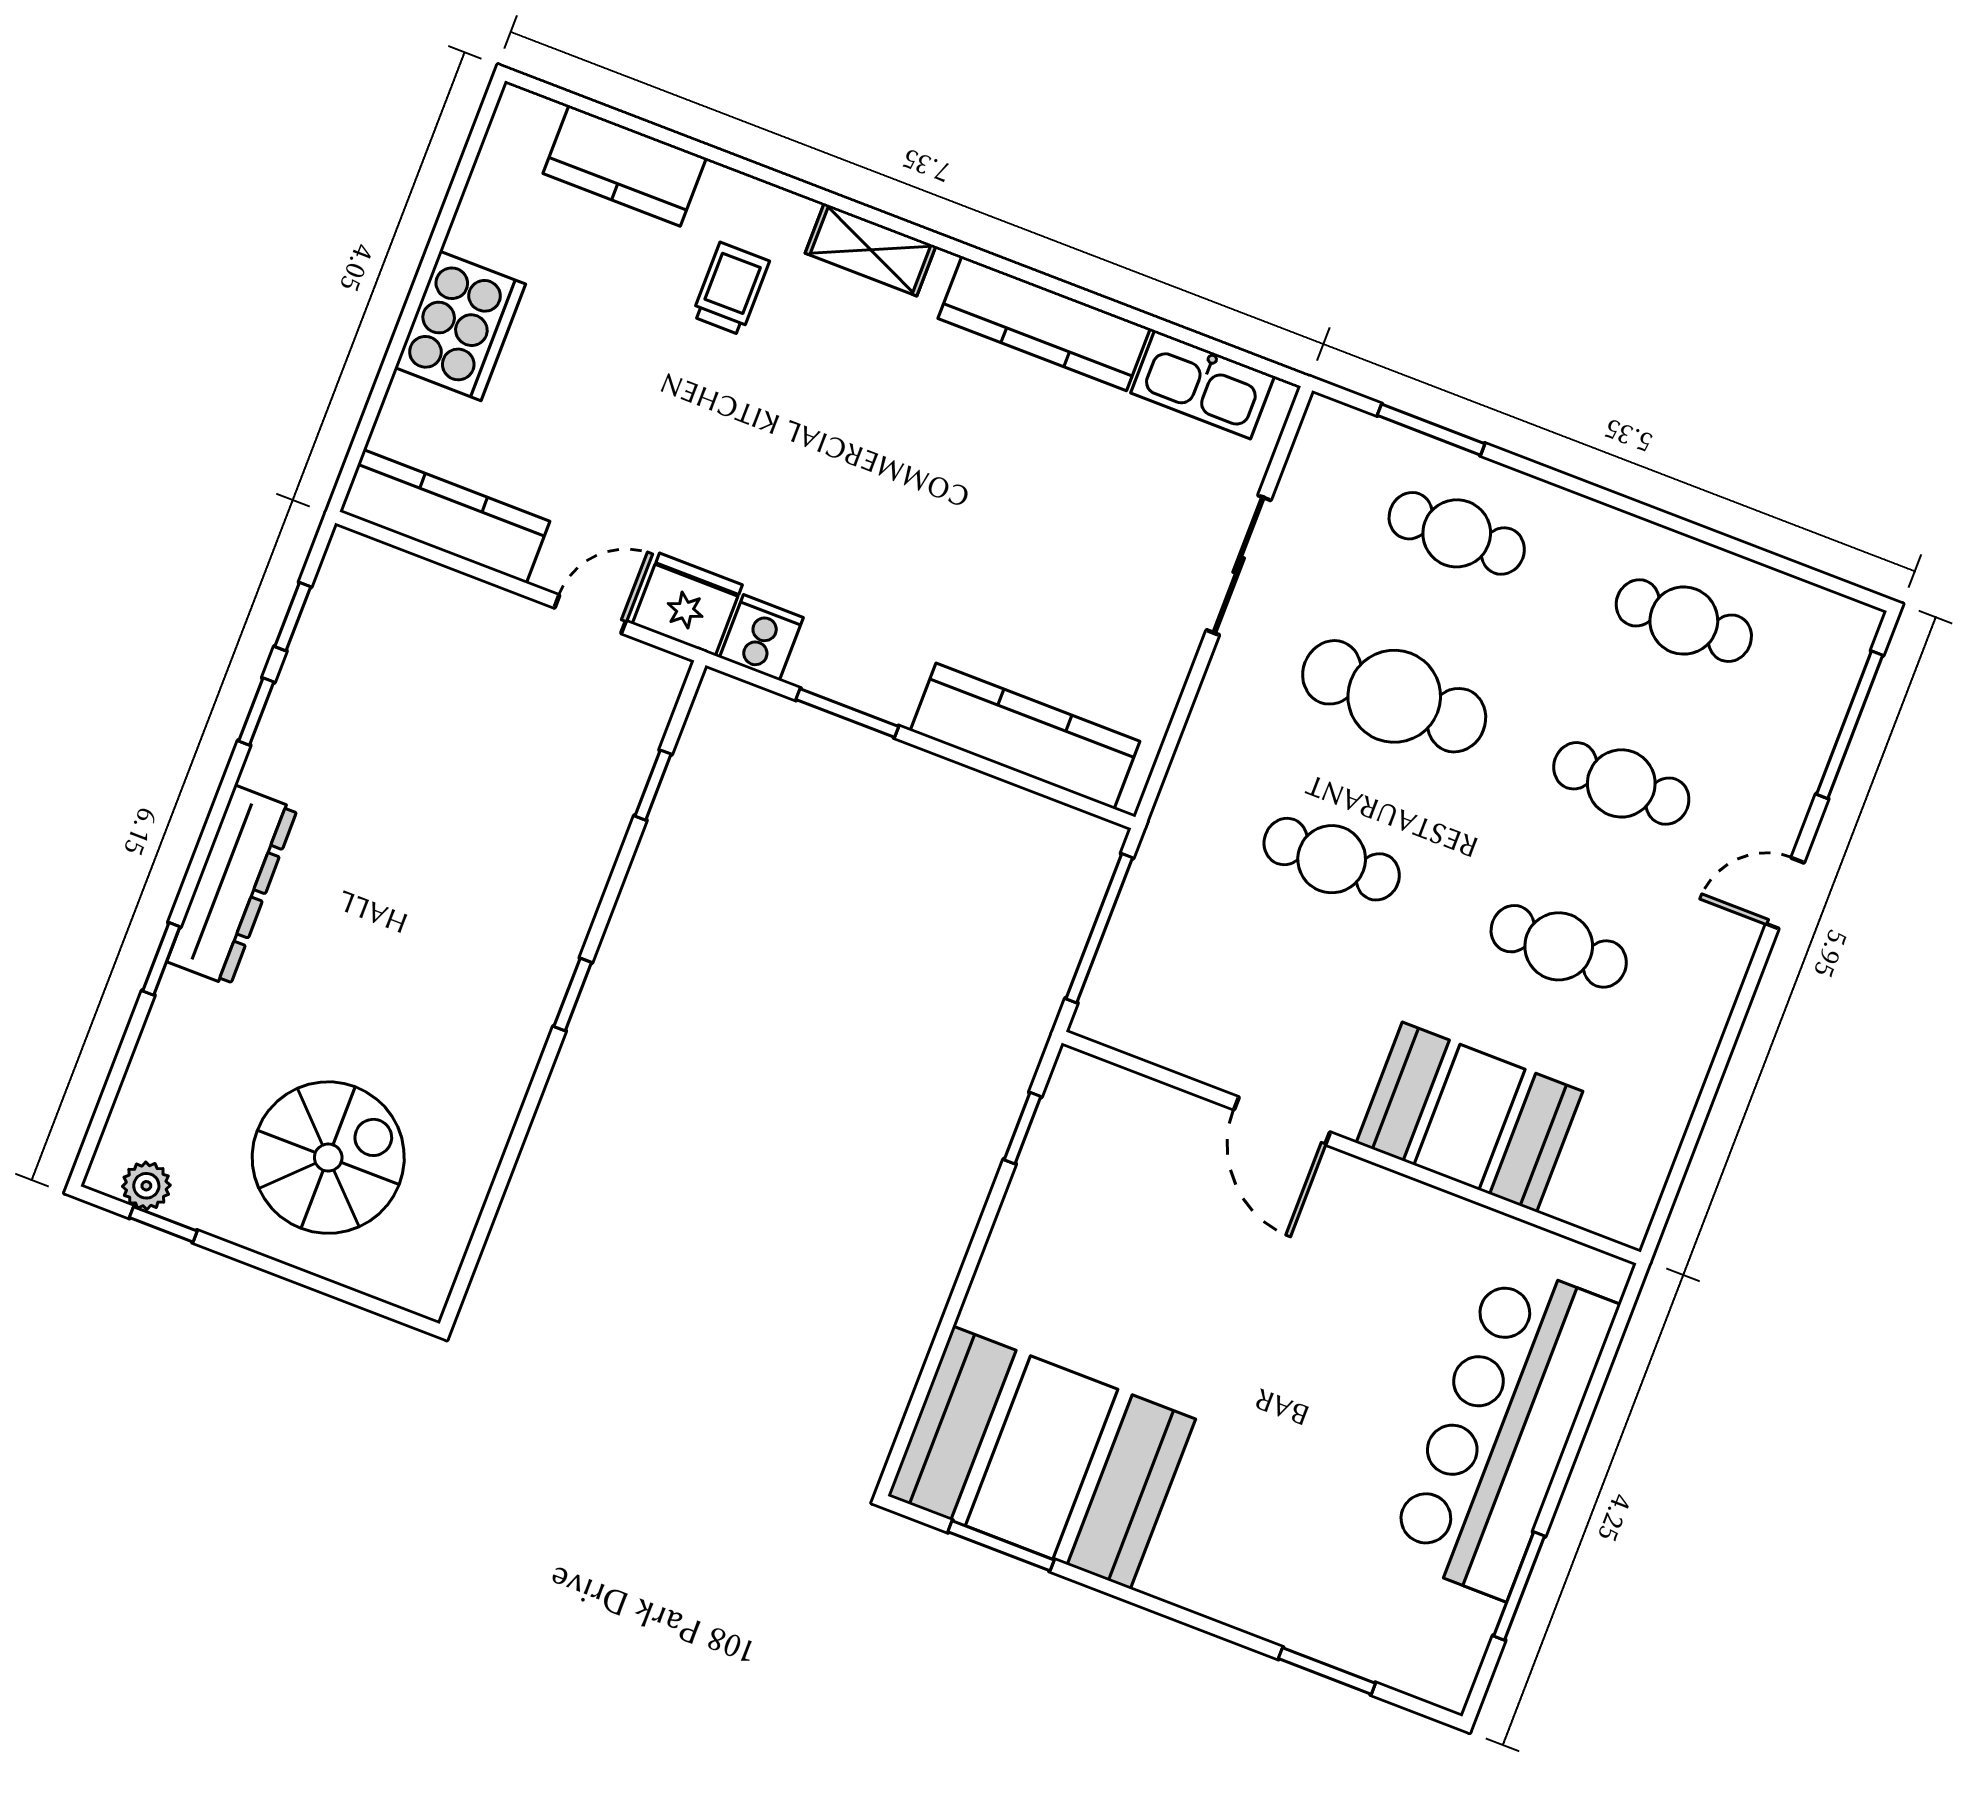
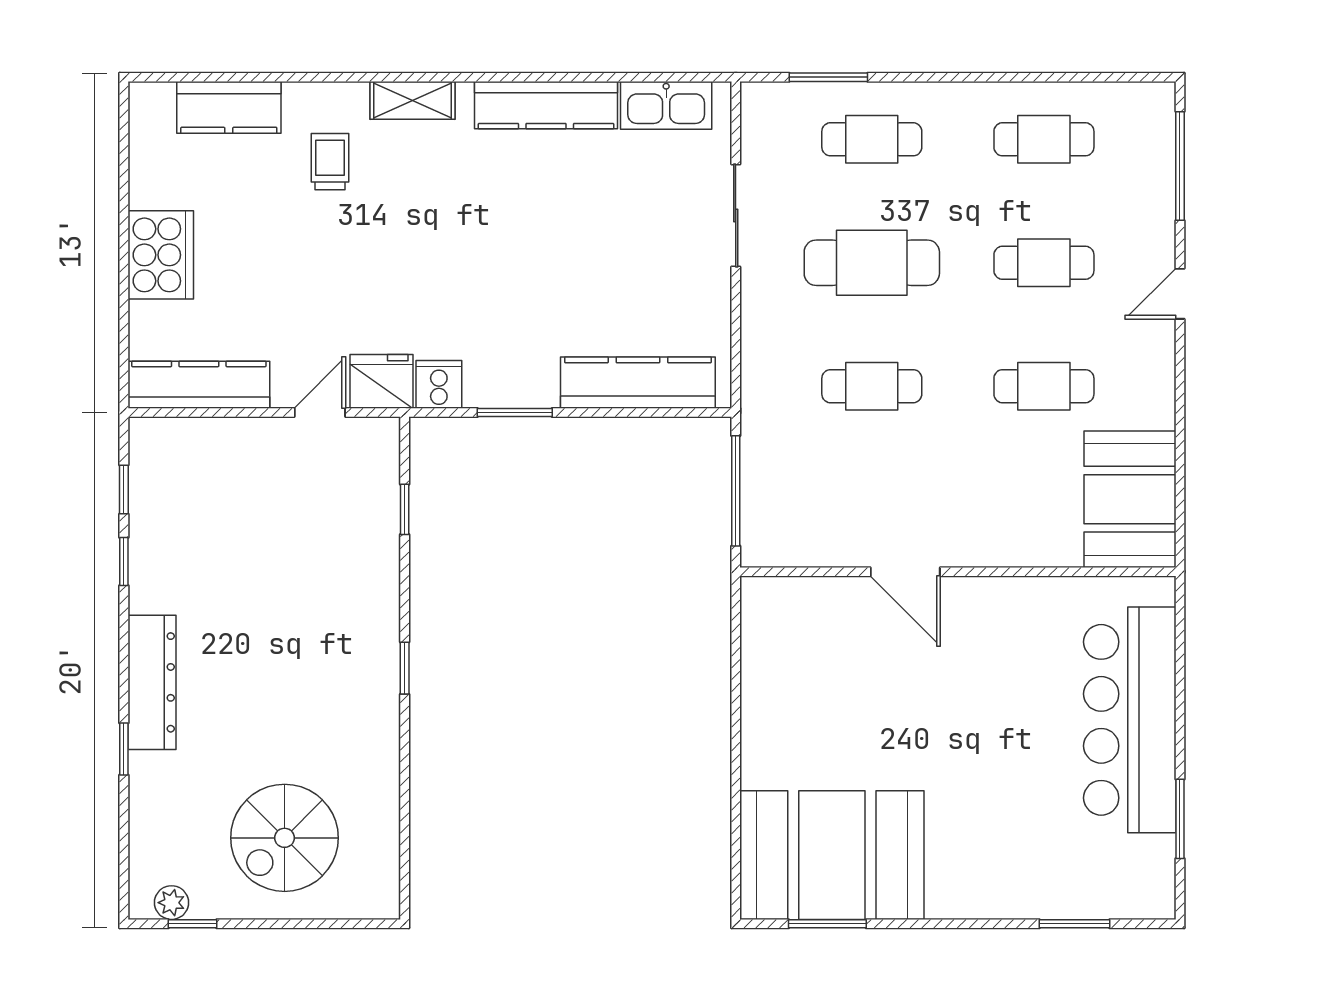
booth: (1469, 1117) -> (1130, 499), moved, turned 90
window: (1022, 1128) -> (736, 642), removed
spiral stairs: (328, 1158) -> (285, 838), turned 180

